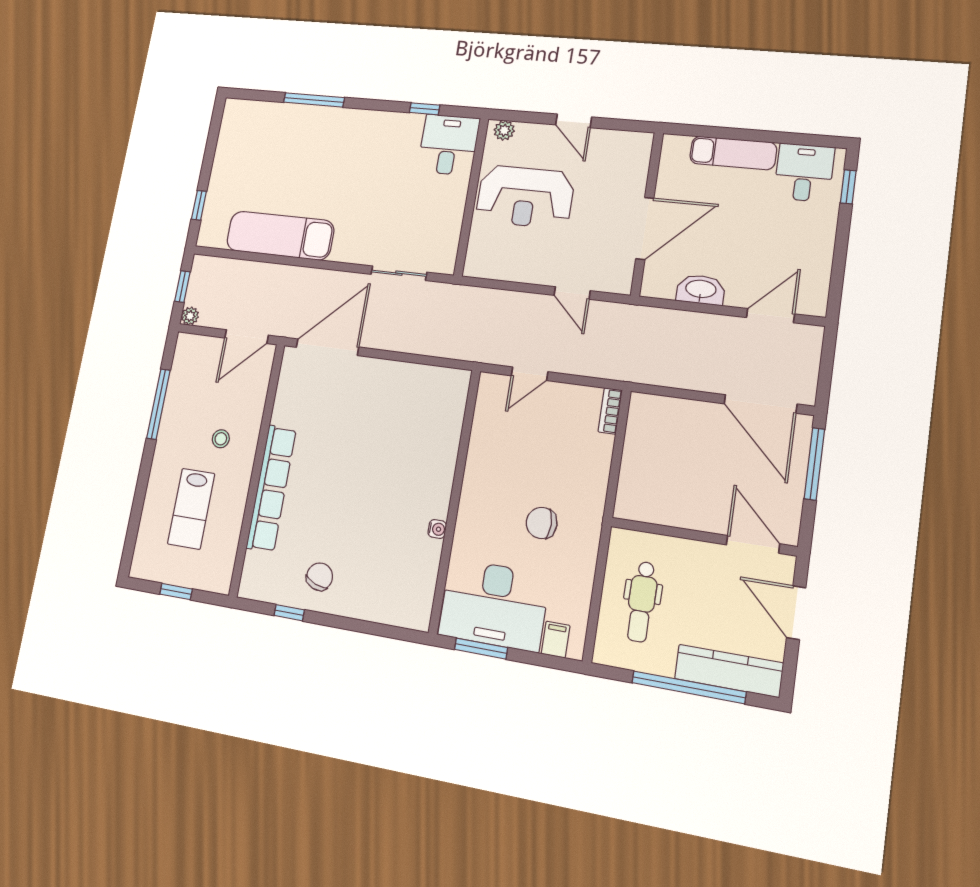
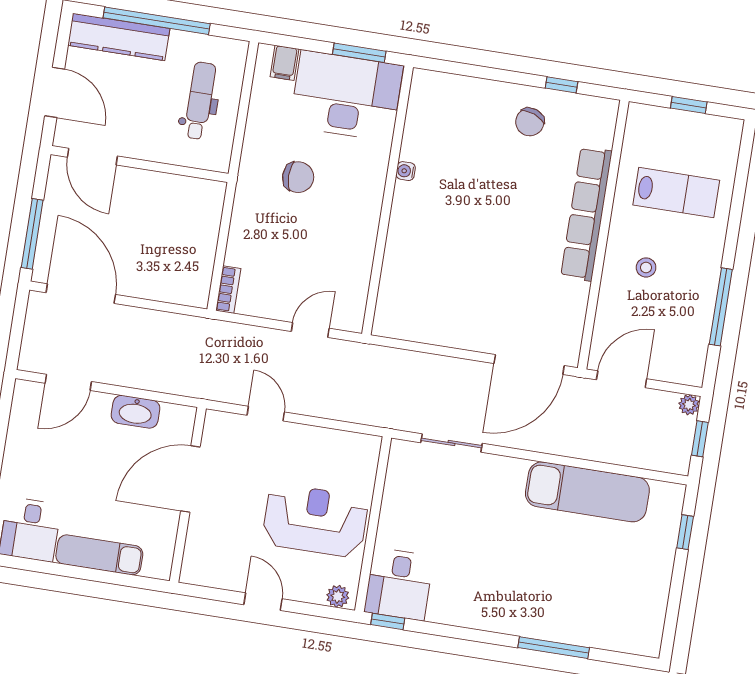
window: (425, 109) -> (388, 621), moved
lab bench: (191, 509) -> (676, 193), turned 90

